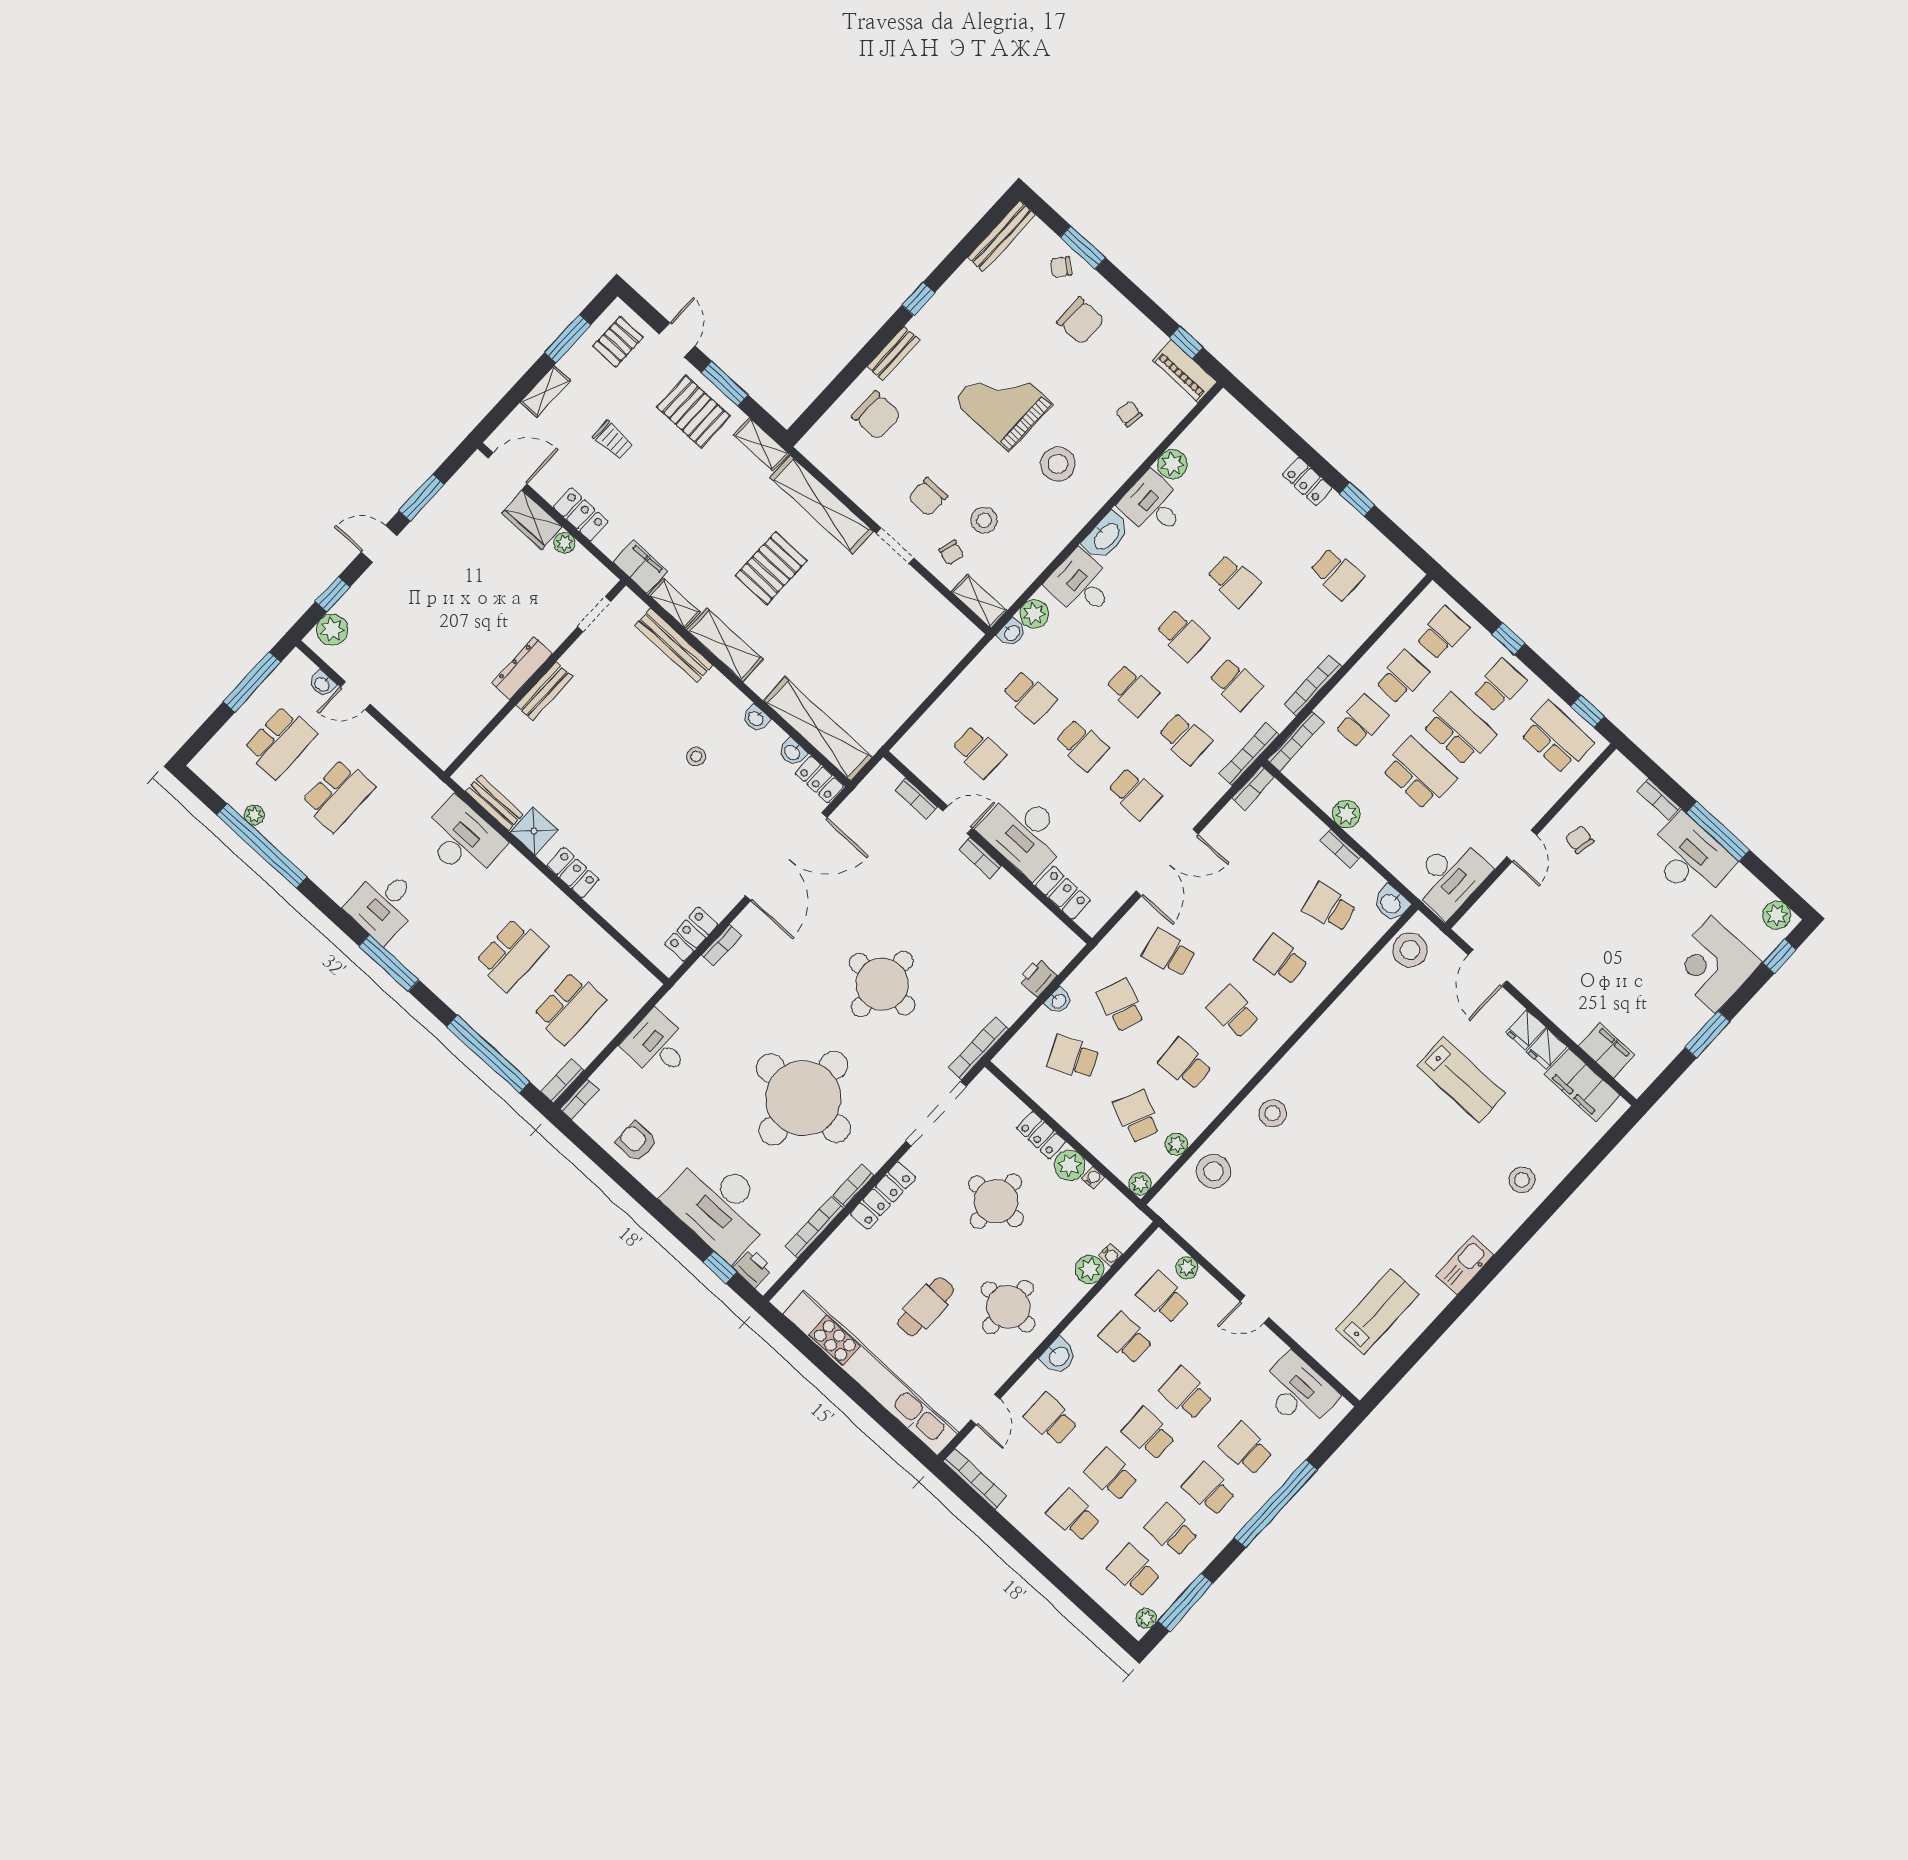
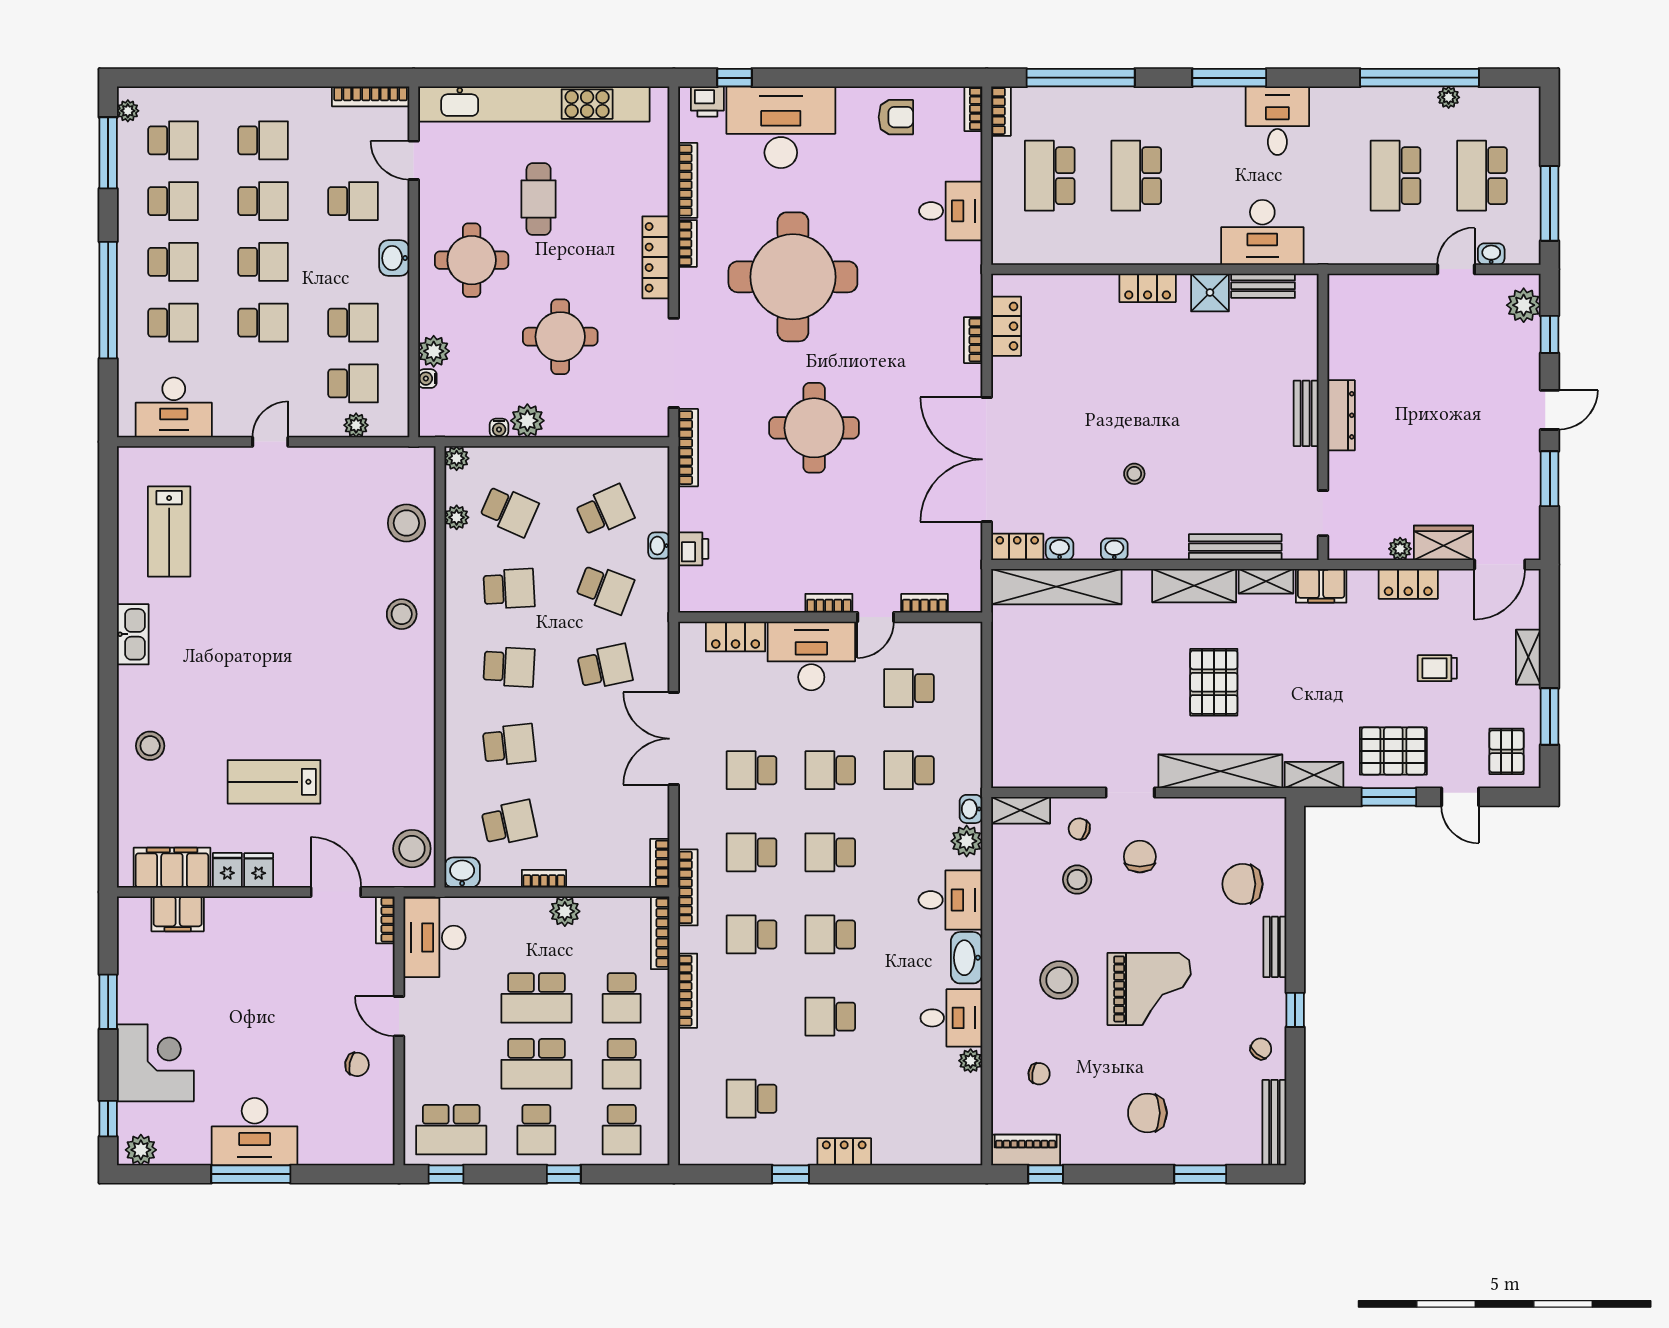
chair: (1061, 267) -> (1261, 1049), moved
plant: (1172, 464) -> (971, 1061), width x0.73, depth x0.73
bookcase: (1658, 799) -> (385, 920), moved, turned -90
locker: (1041, 1135) -> (573, 424), removed

